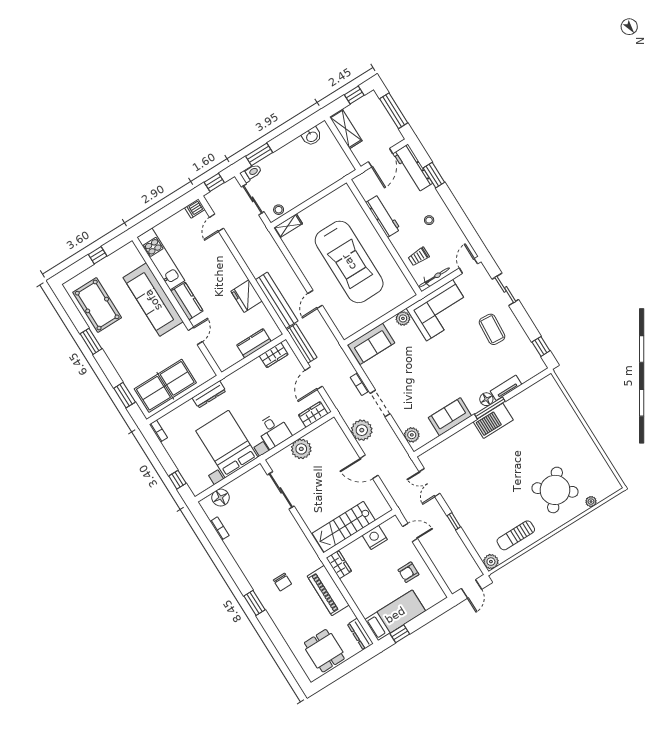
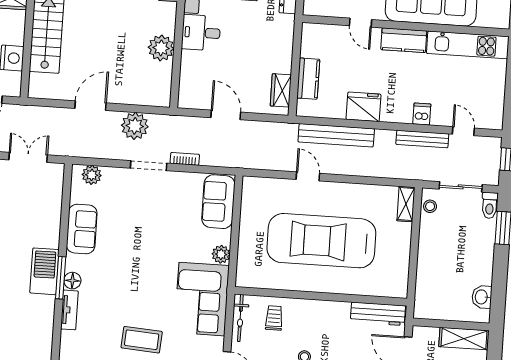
dishwasher: (195, 208) -> (422, 114), moved
workbench: (383, 216) -> (378, 314), moved
bench: (302, 344) -> (422, 139), moved
wardrobe: (313, 415) -> (188, 87), removed

